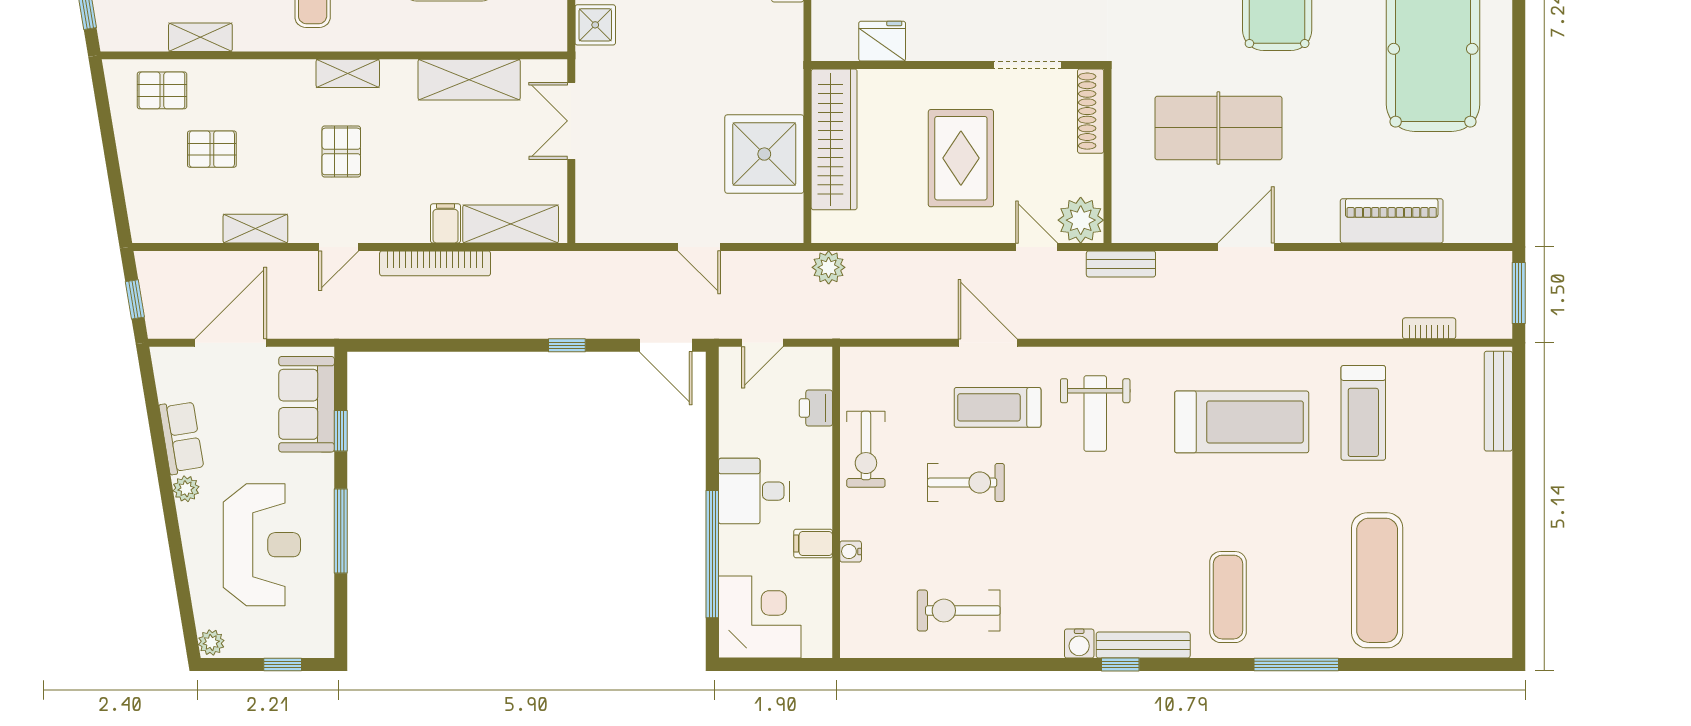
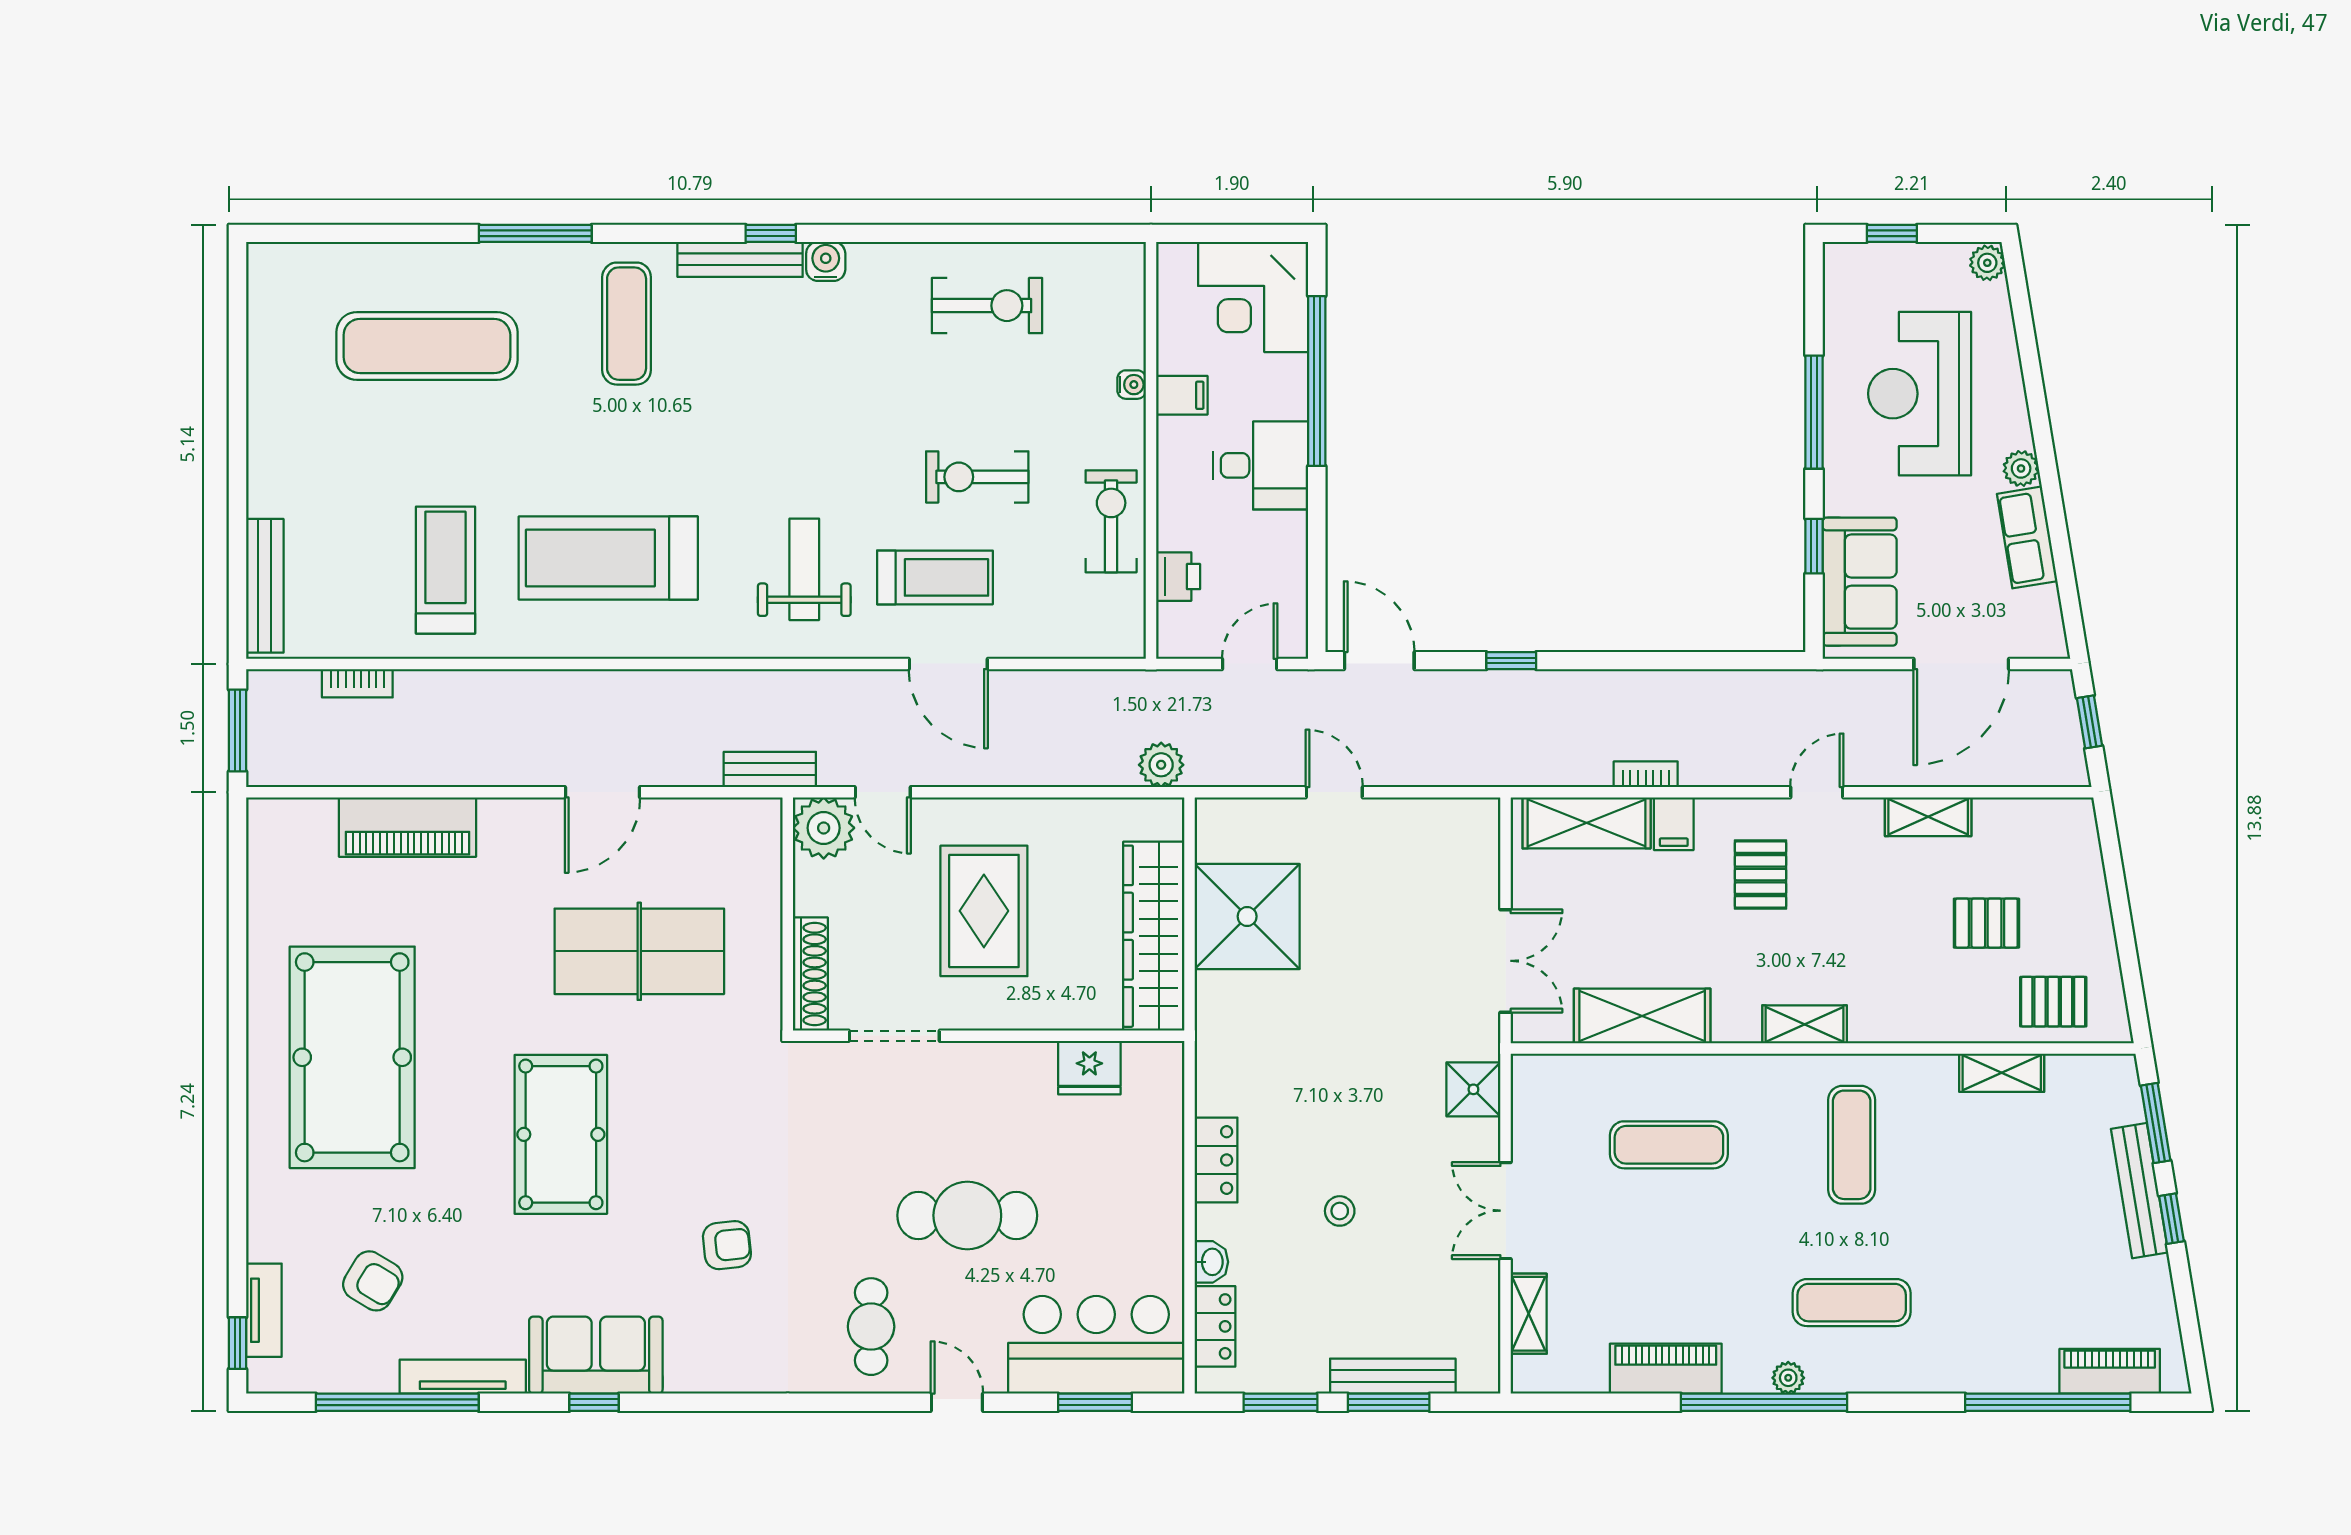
pallet: (341, 151) -> (1761, 875), moved
bookcase: (435, 263) -> (1646, 774), width x0.43, depth x0.76
exercise mat: (1377, 580) -> (427, 346), turned 90

